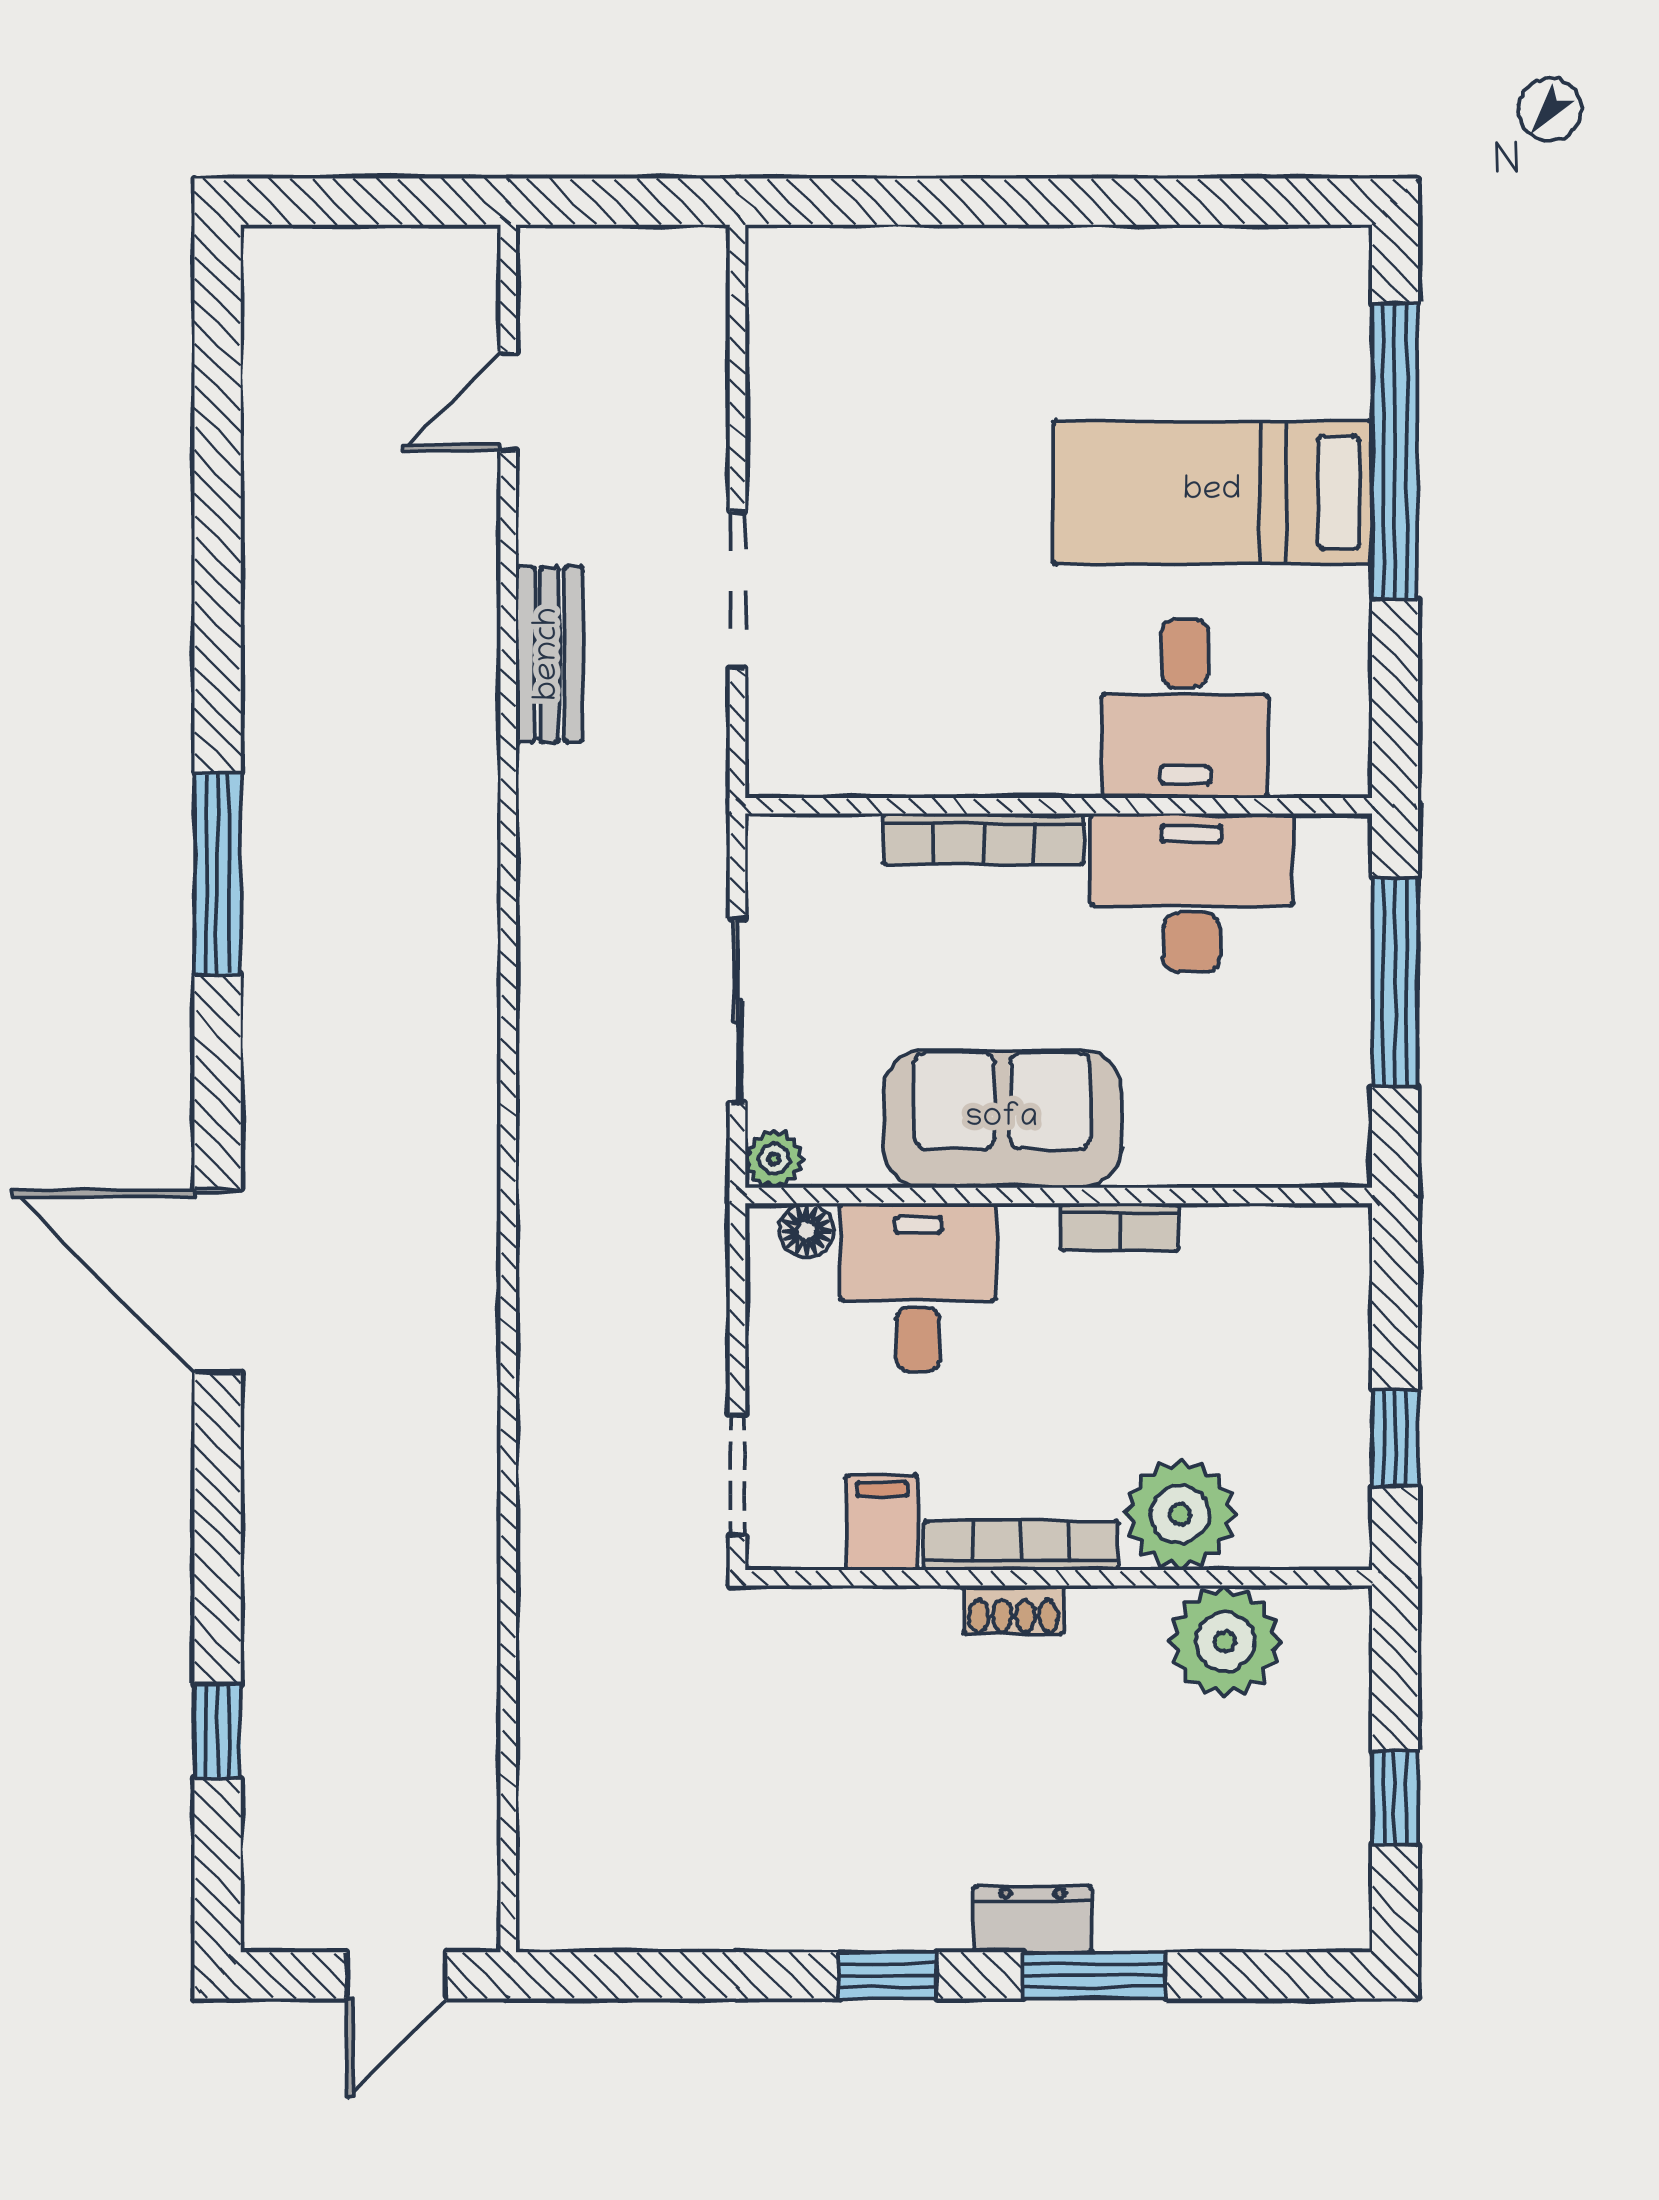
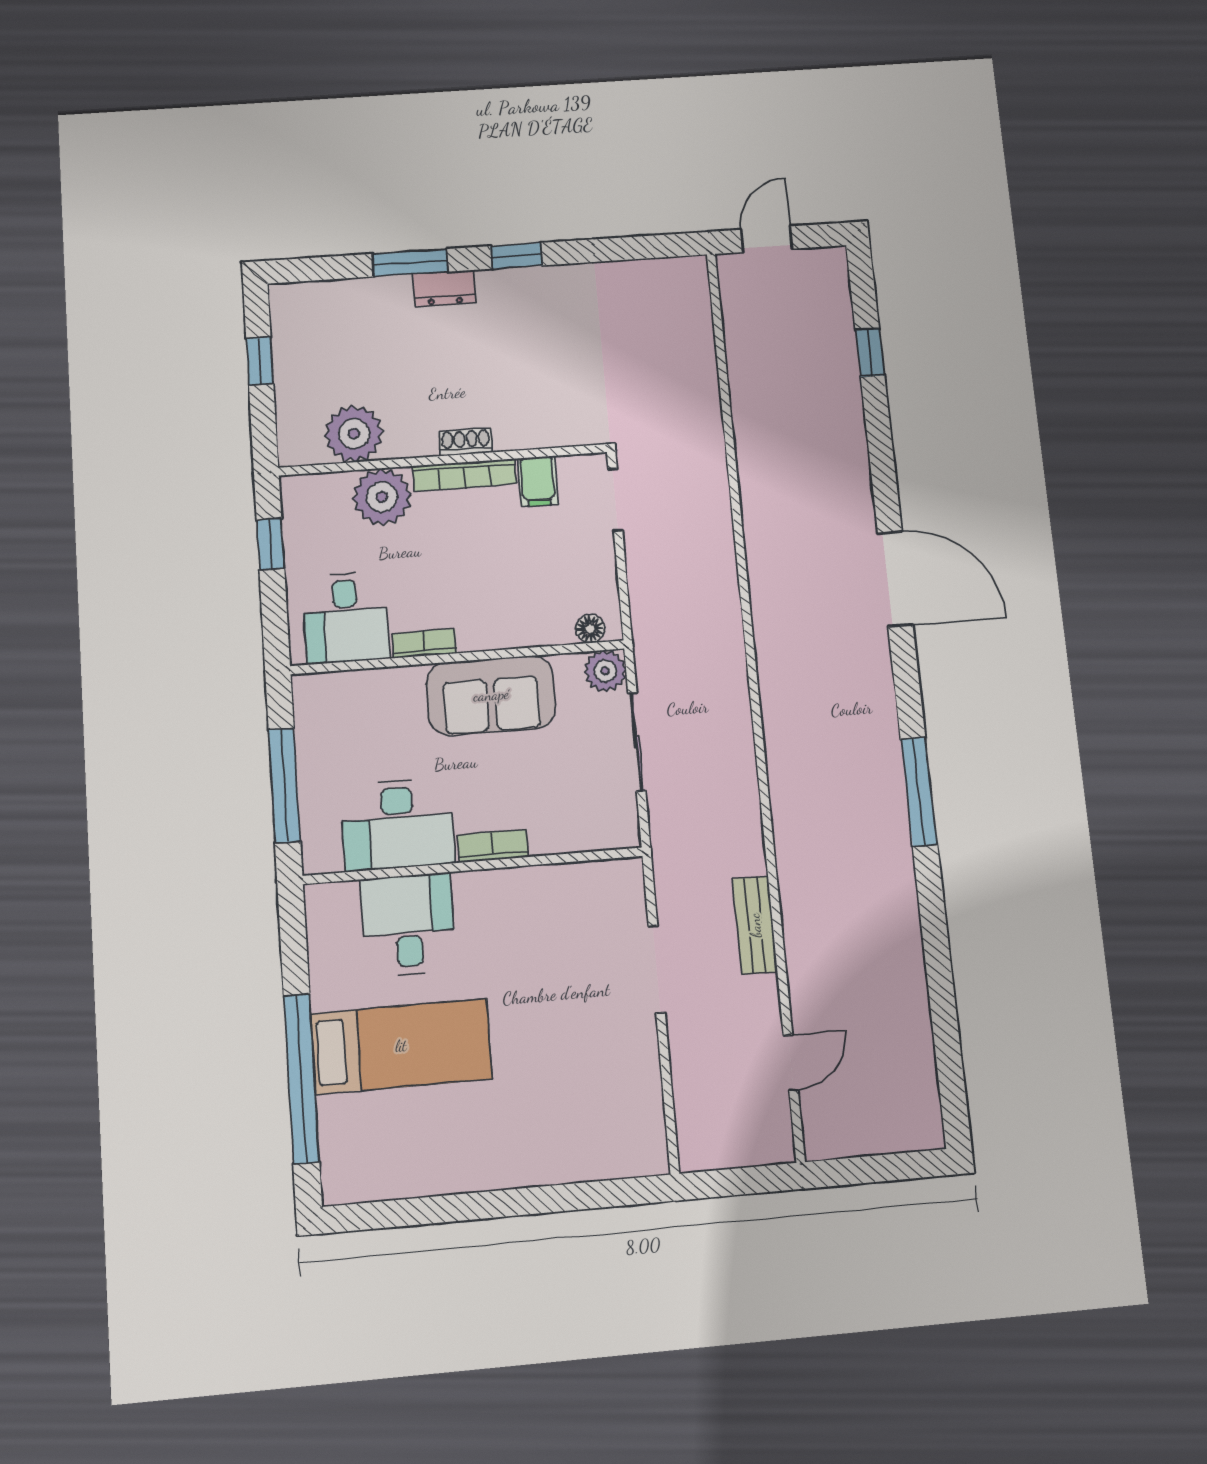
bookcase: (984, 839) -> (493, 846), width x0.64
plant: (774, 1159) -> (605, 671), width x1.38, depth x1.38
desk: (918, 1287) -> (346, 618), moved

